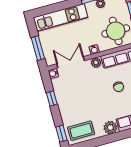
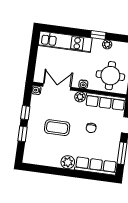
window: (38, 48) -> (32, 61), removed
coffee table: (81, 131) -> (57, 128), moved
window: (61, 134) -> (22, 134), moved

